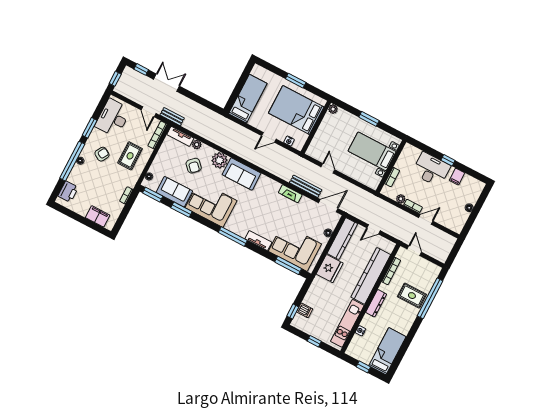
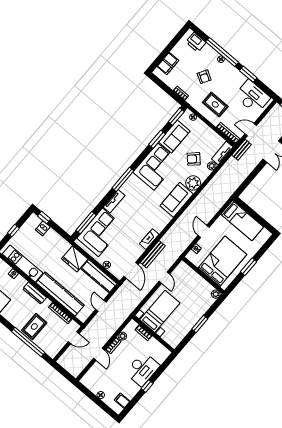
bed with nightstands: (372, 151) -> (160, 311), moved
armchair: (102, 154) -> (204, 77), moved
door: (328, 168) -> (164, 278), hinge flipped
filing cabinet: (457, 177) -> (122, 401), moved

